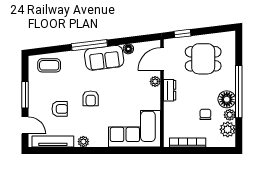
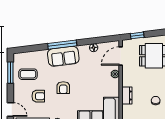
sofa: (104, 58) -> (63, 56), moved
coffee table: (49, 65) -> (28, 74), moved
dresser: (170, 90) -> (127, 95), moved
window: (25, 95) -> (10, 73), moved

